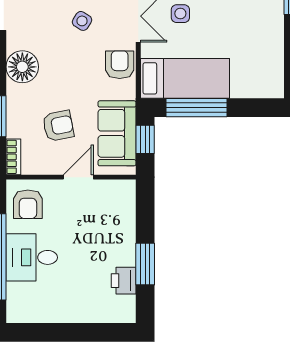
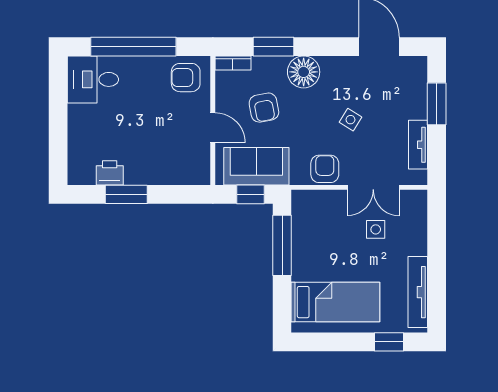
side table: (82, 21) -> (350, 120), moved
armchair: (120, 65) -> (325, 169), turned -90
floor lamp: (22, 67) -> (304, 72), moved
bed: (185, 78) -> (335, 302), moved, turned -90
desk: (32, 257) -> (93, 79), moved, turned -90

